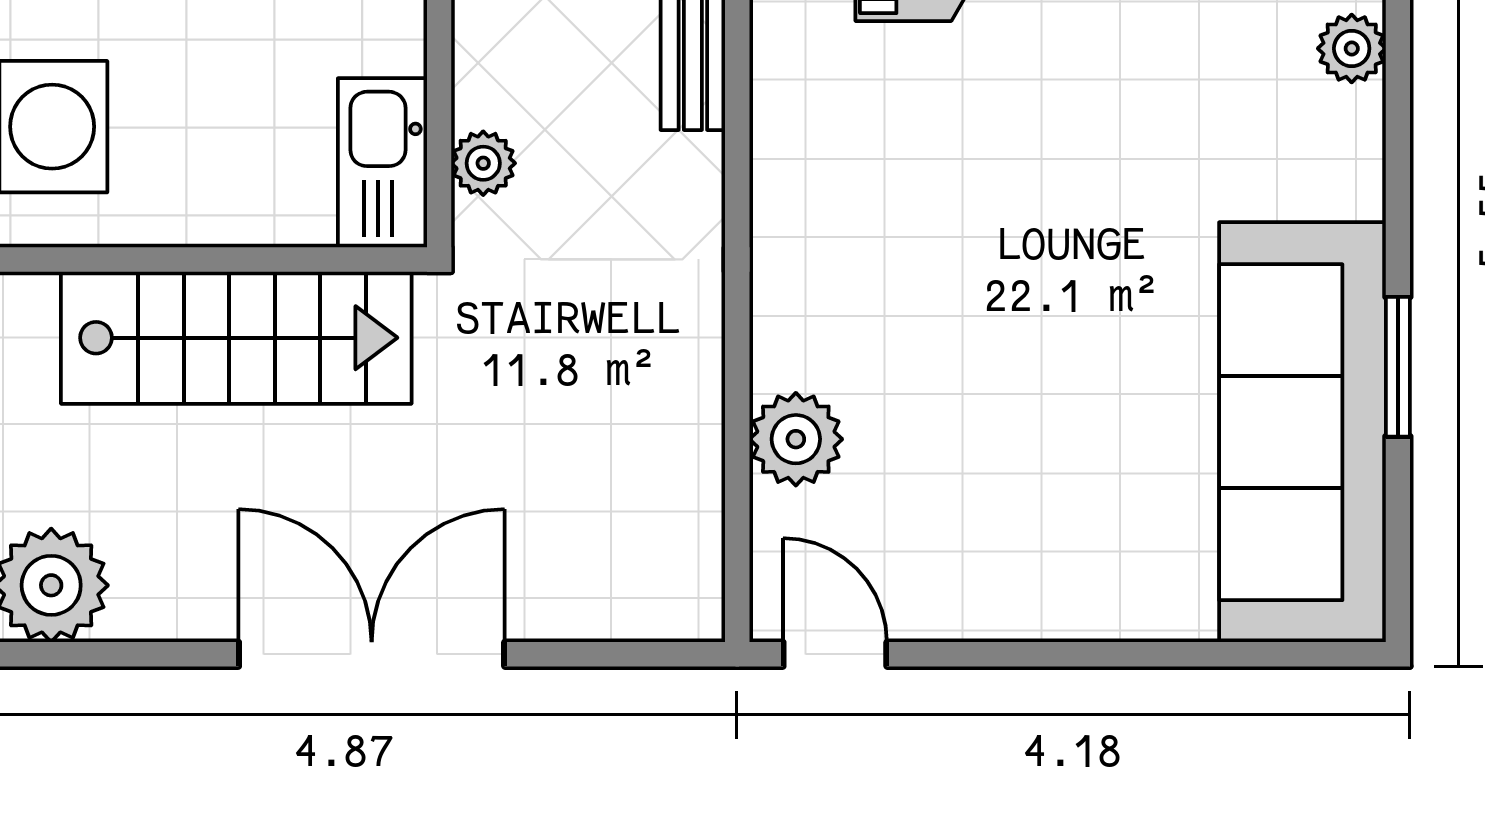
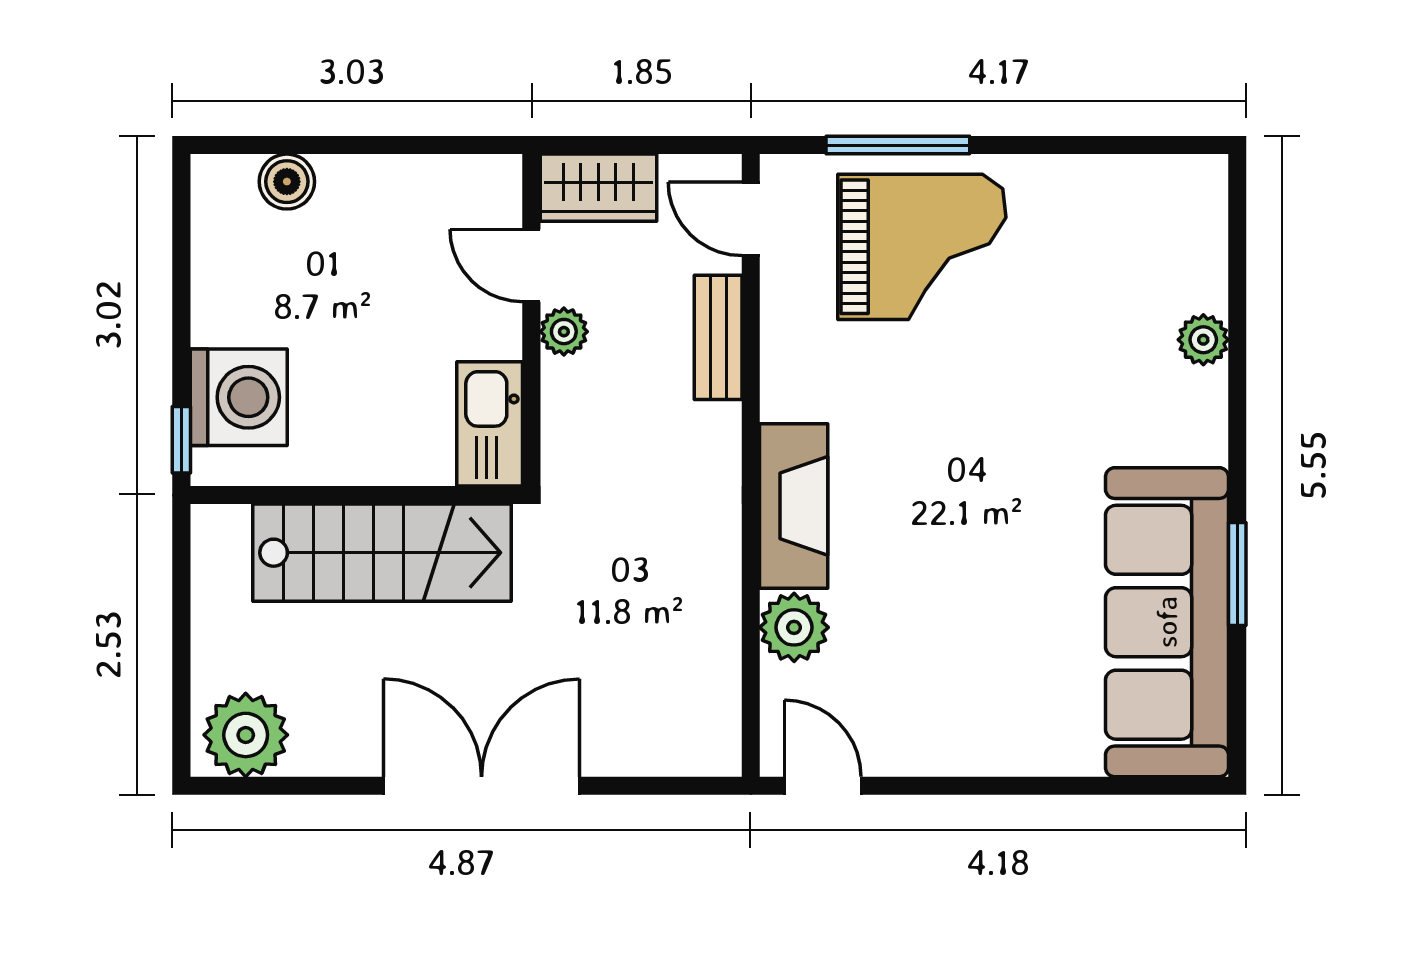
plant: (483, 163) -> (564, 332), moved
fireplace: (795, 274) -> (794, 506), added

